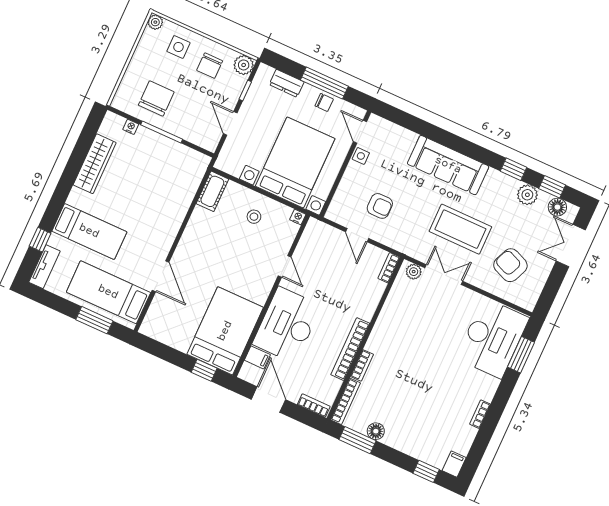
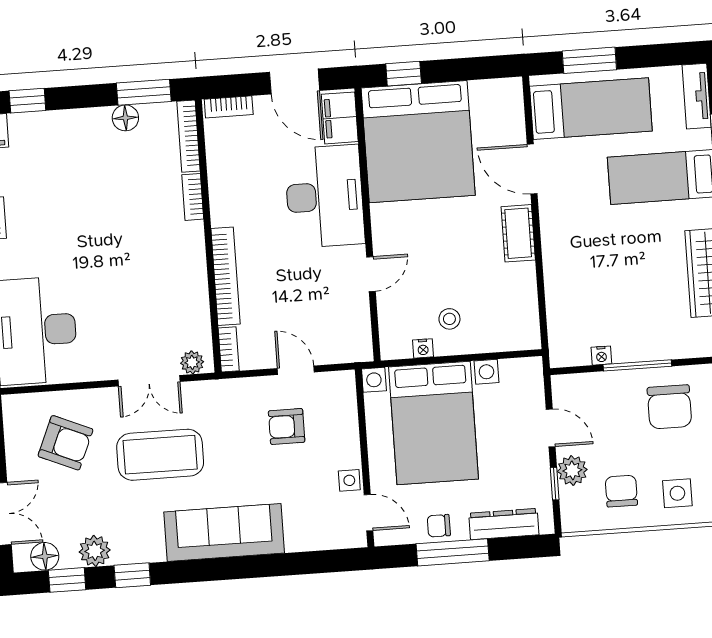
plant: (244, 65) -> (572, 470), moved
dresser: (287, 83) -> (504, 524), width x1.44
nightstand: (131, 127) -> (601, 356), moved
cot: (212, 191) -> (518, 233), moved
nightstand: (298, 217) -> (423, 348), moved
door: (285, 266) -> (371, 274), swing flipped
bed: (225, 331) -> (418, 142), width x1.36
bookcase: (350, 349) -> (226, 276), moved
filing cabinet: (257, 357) -> (340, 118), width x2.00

